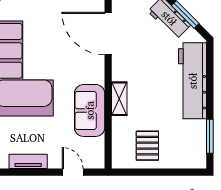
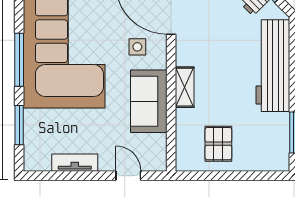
side table: (80, 65) -> (137, 47), added

